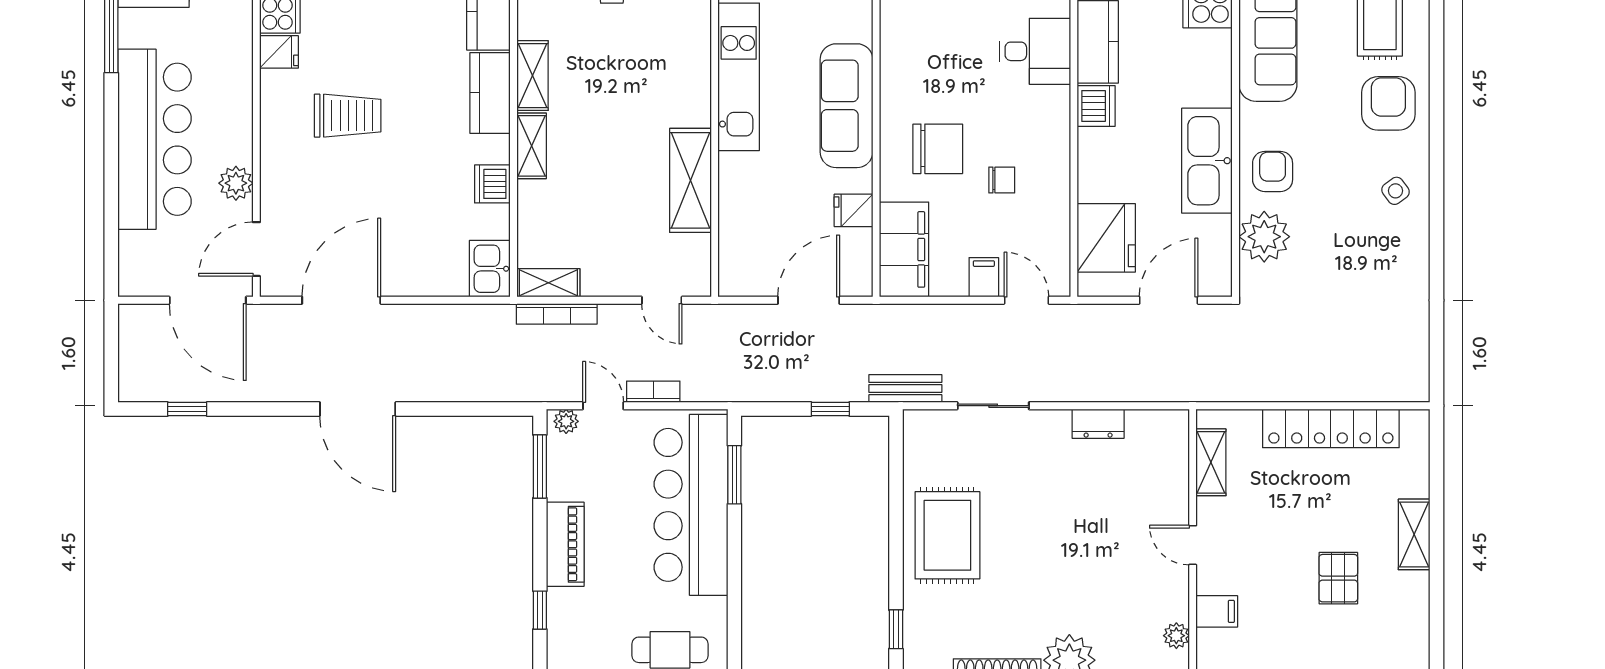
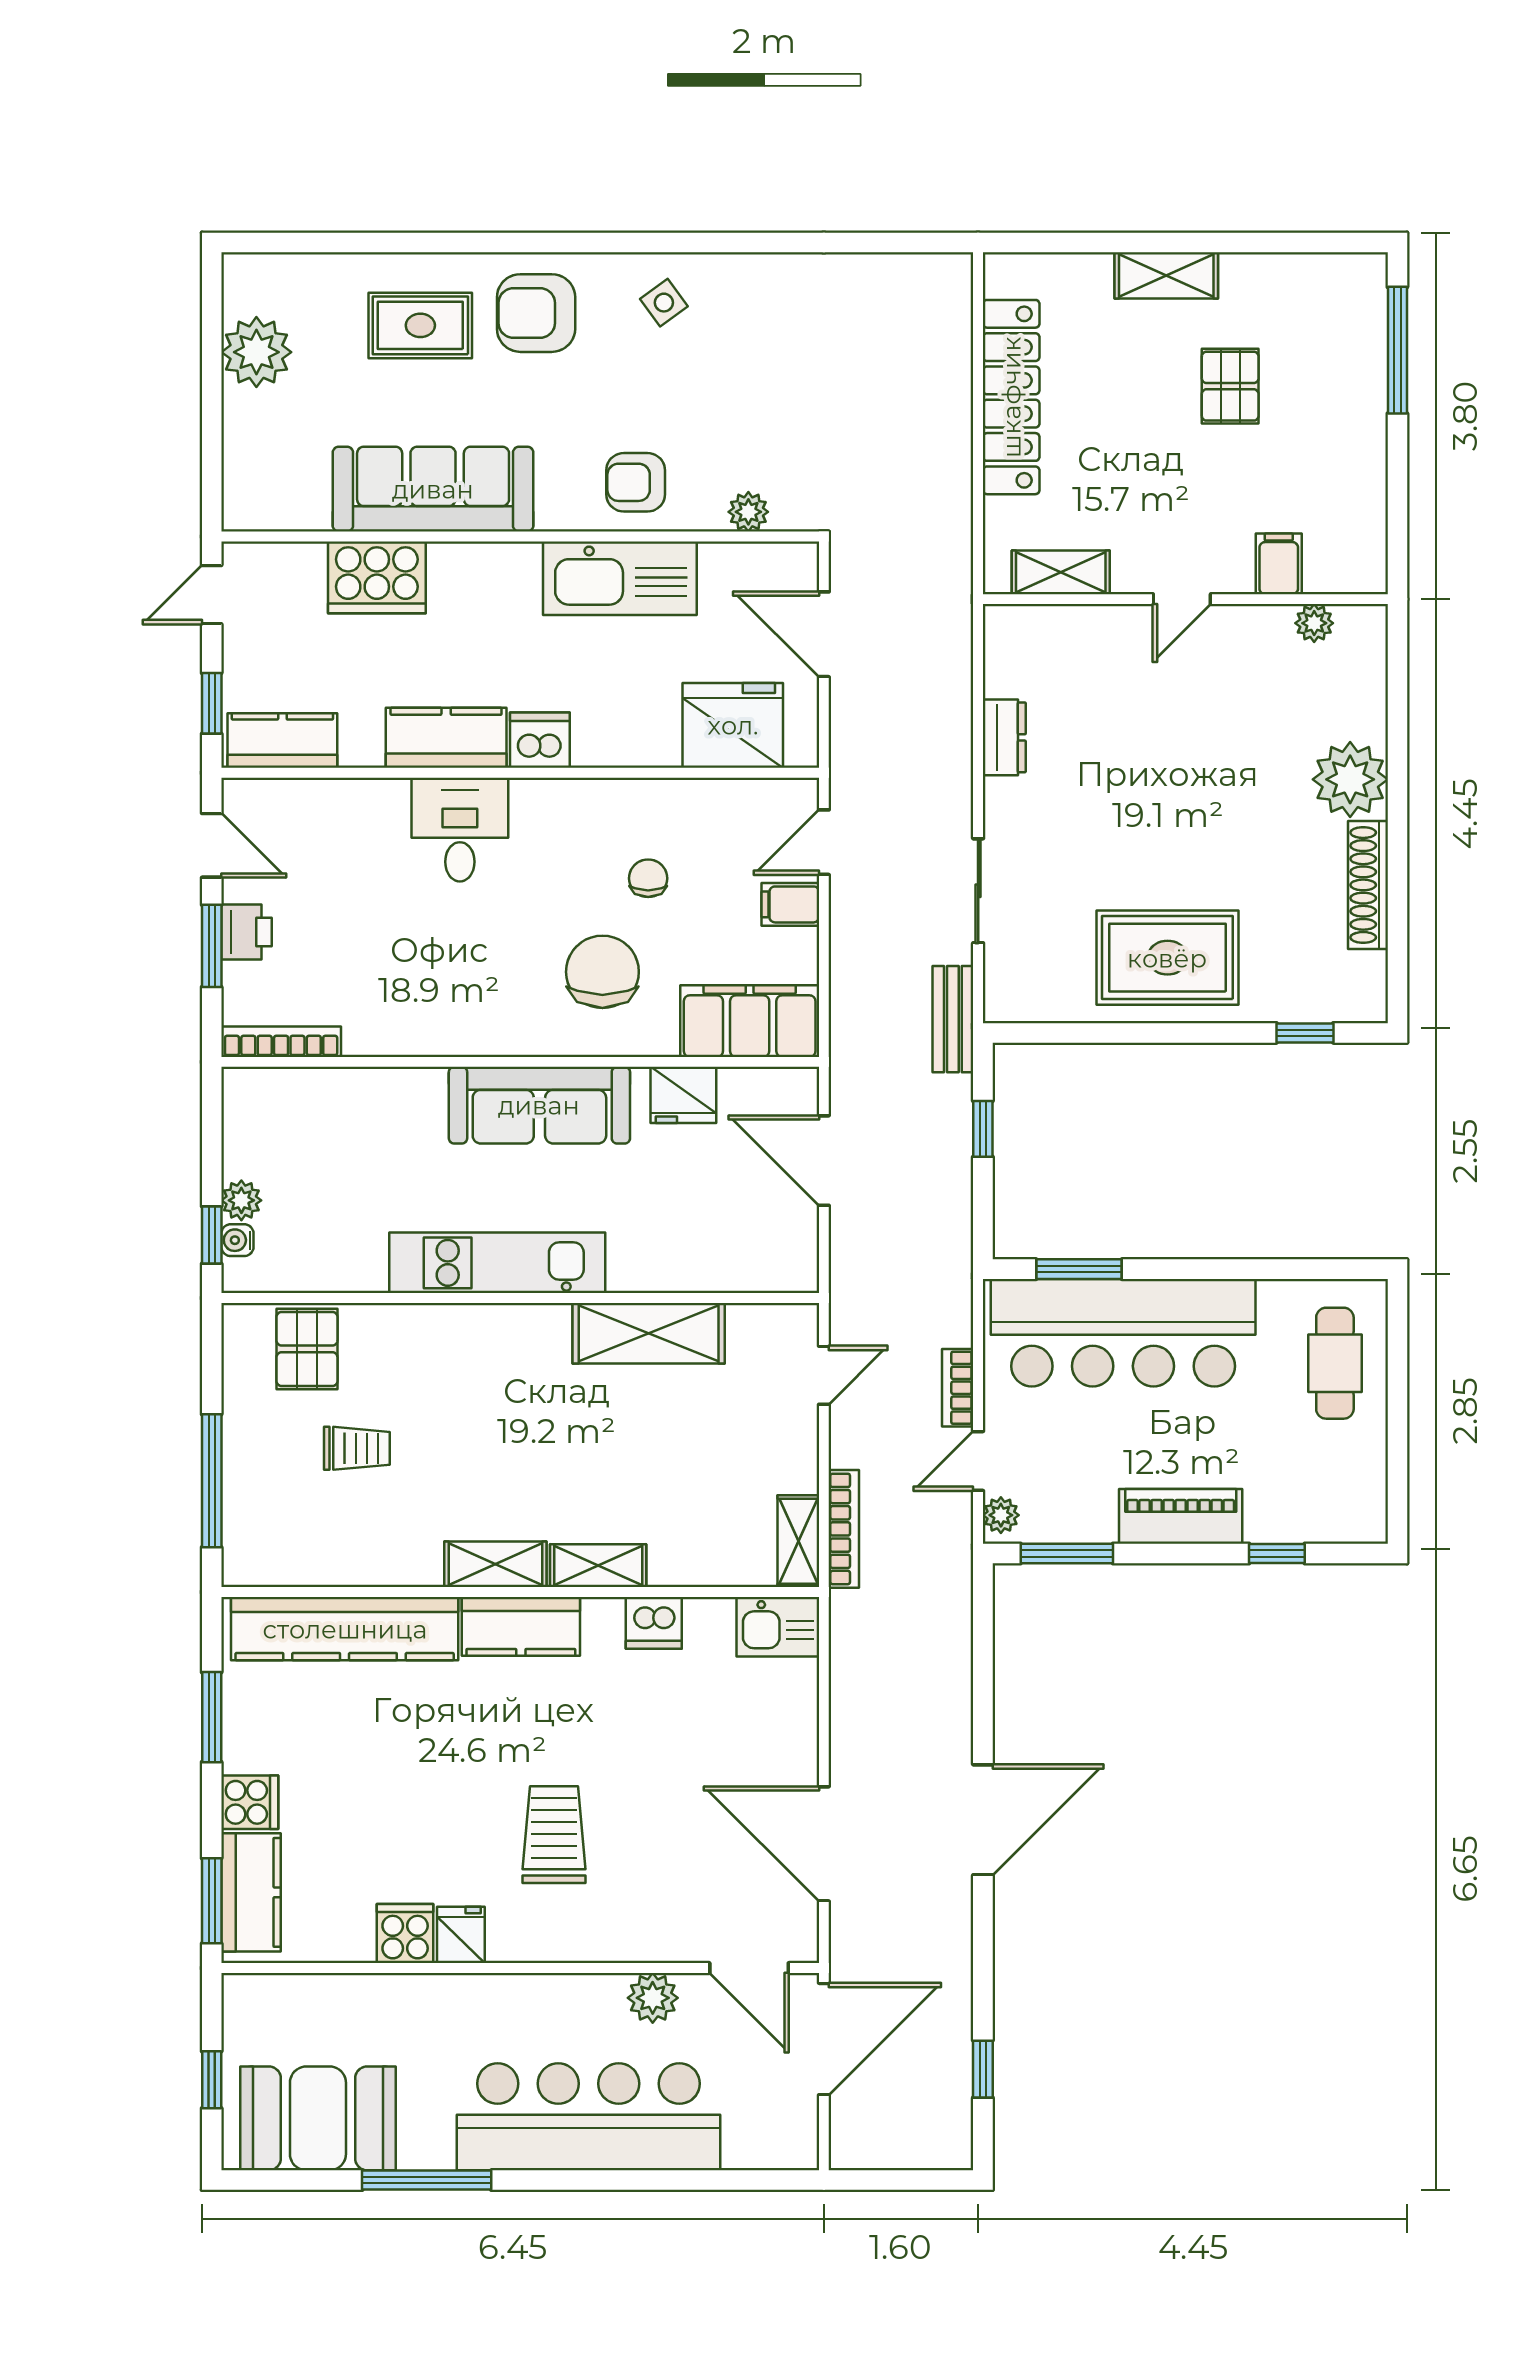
fridge: (854, 210) -> (683, 1095), width x1.38
plant: (1264, 237) -> (748, 512), width x0.53, depth x0.53
pallet: (1338, 578) -> (1230, 386), turned 90

